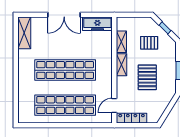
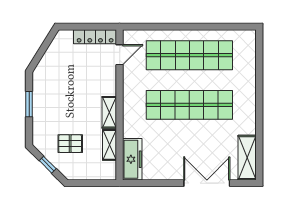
double door: (64, 15) -> (207, 183), moved
freezer: (97, 24) -> (132, 159), moved, turned 90
pallet: (147, 77) -> (73, 95), removed

